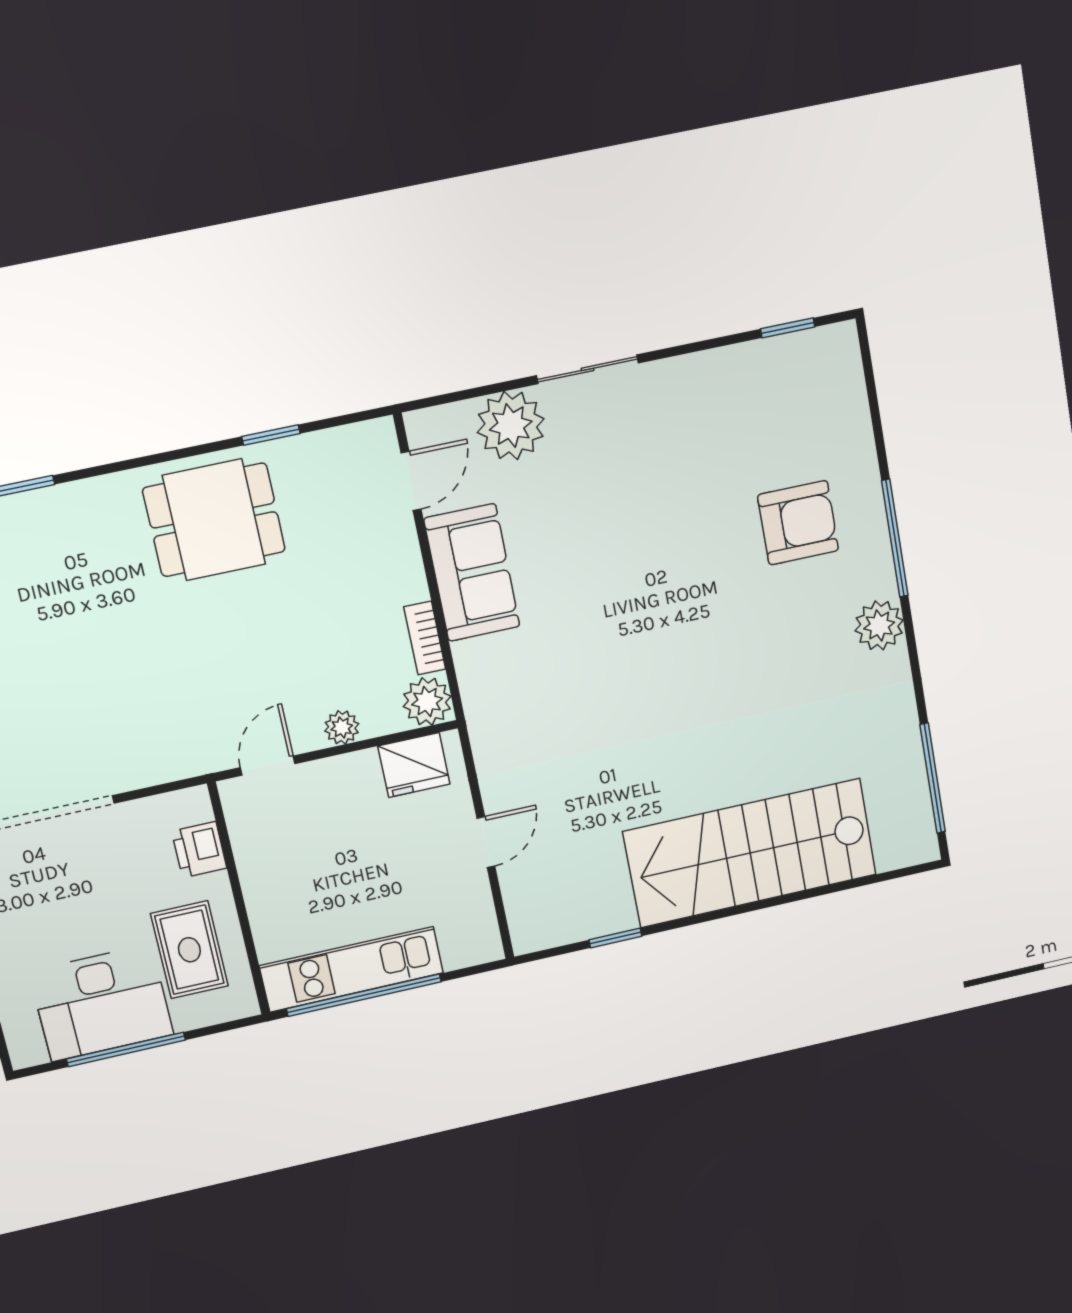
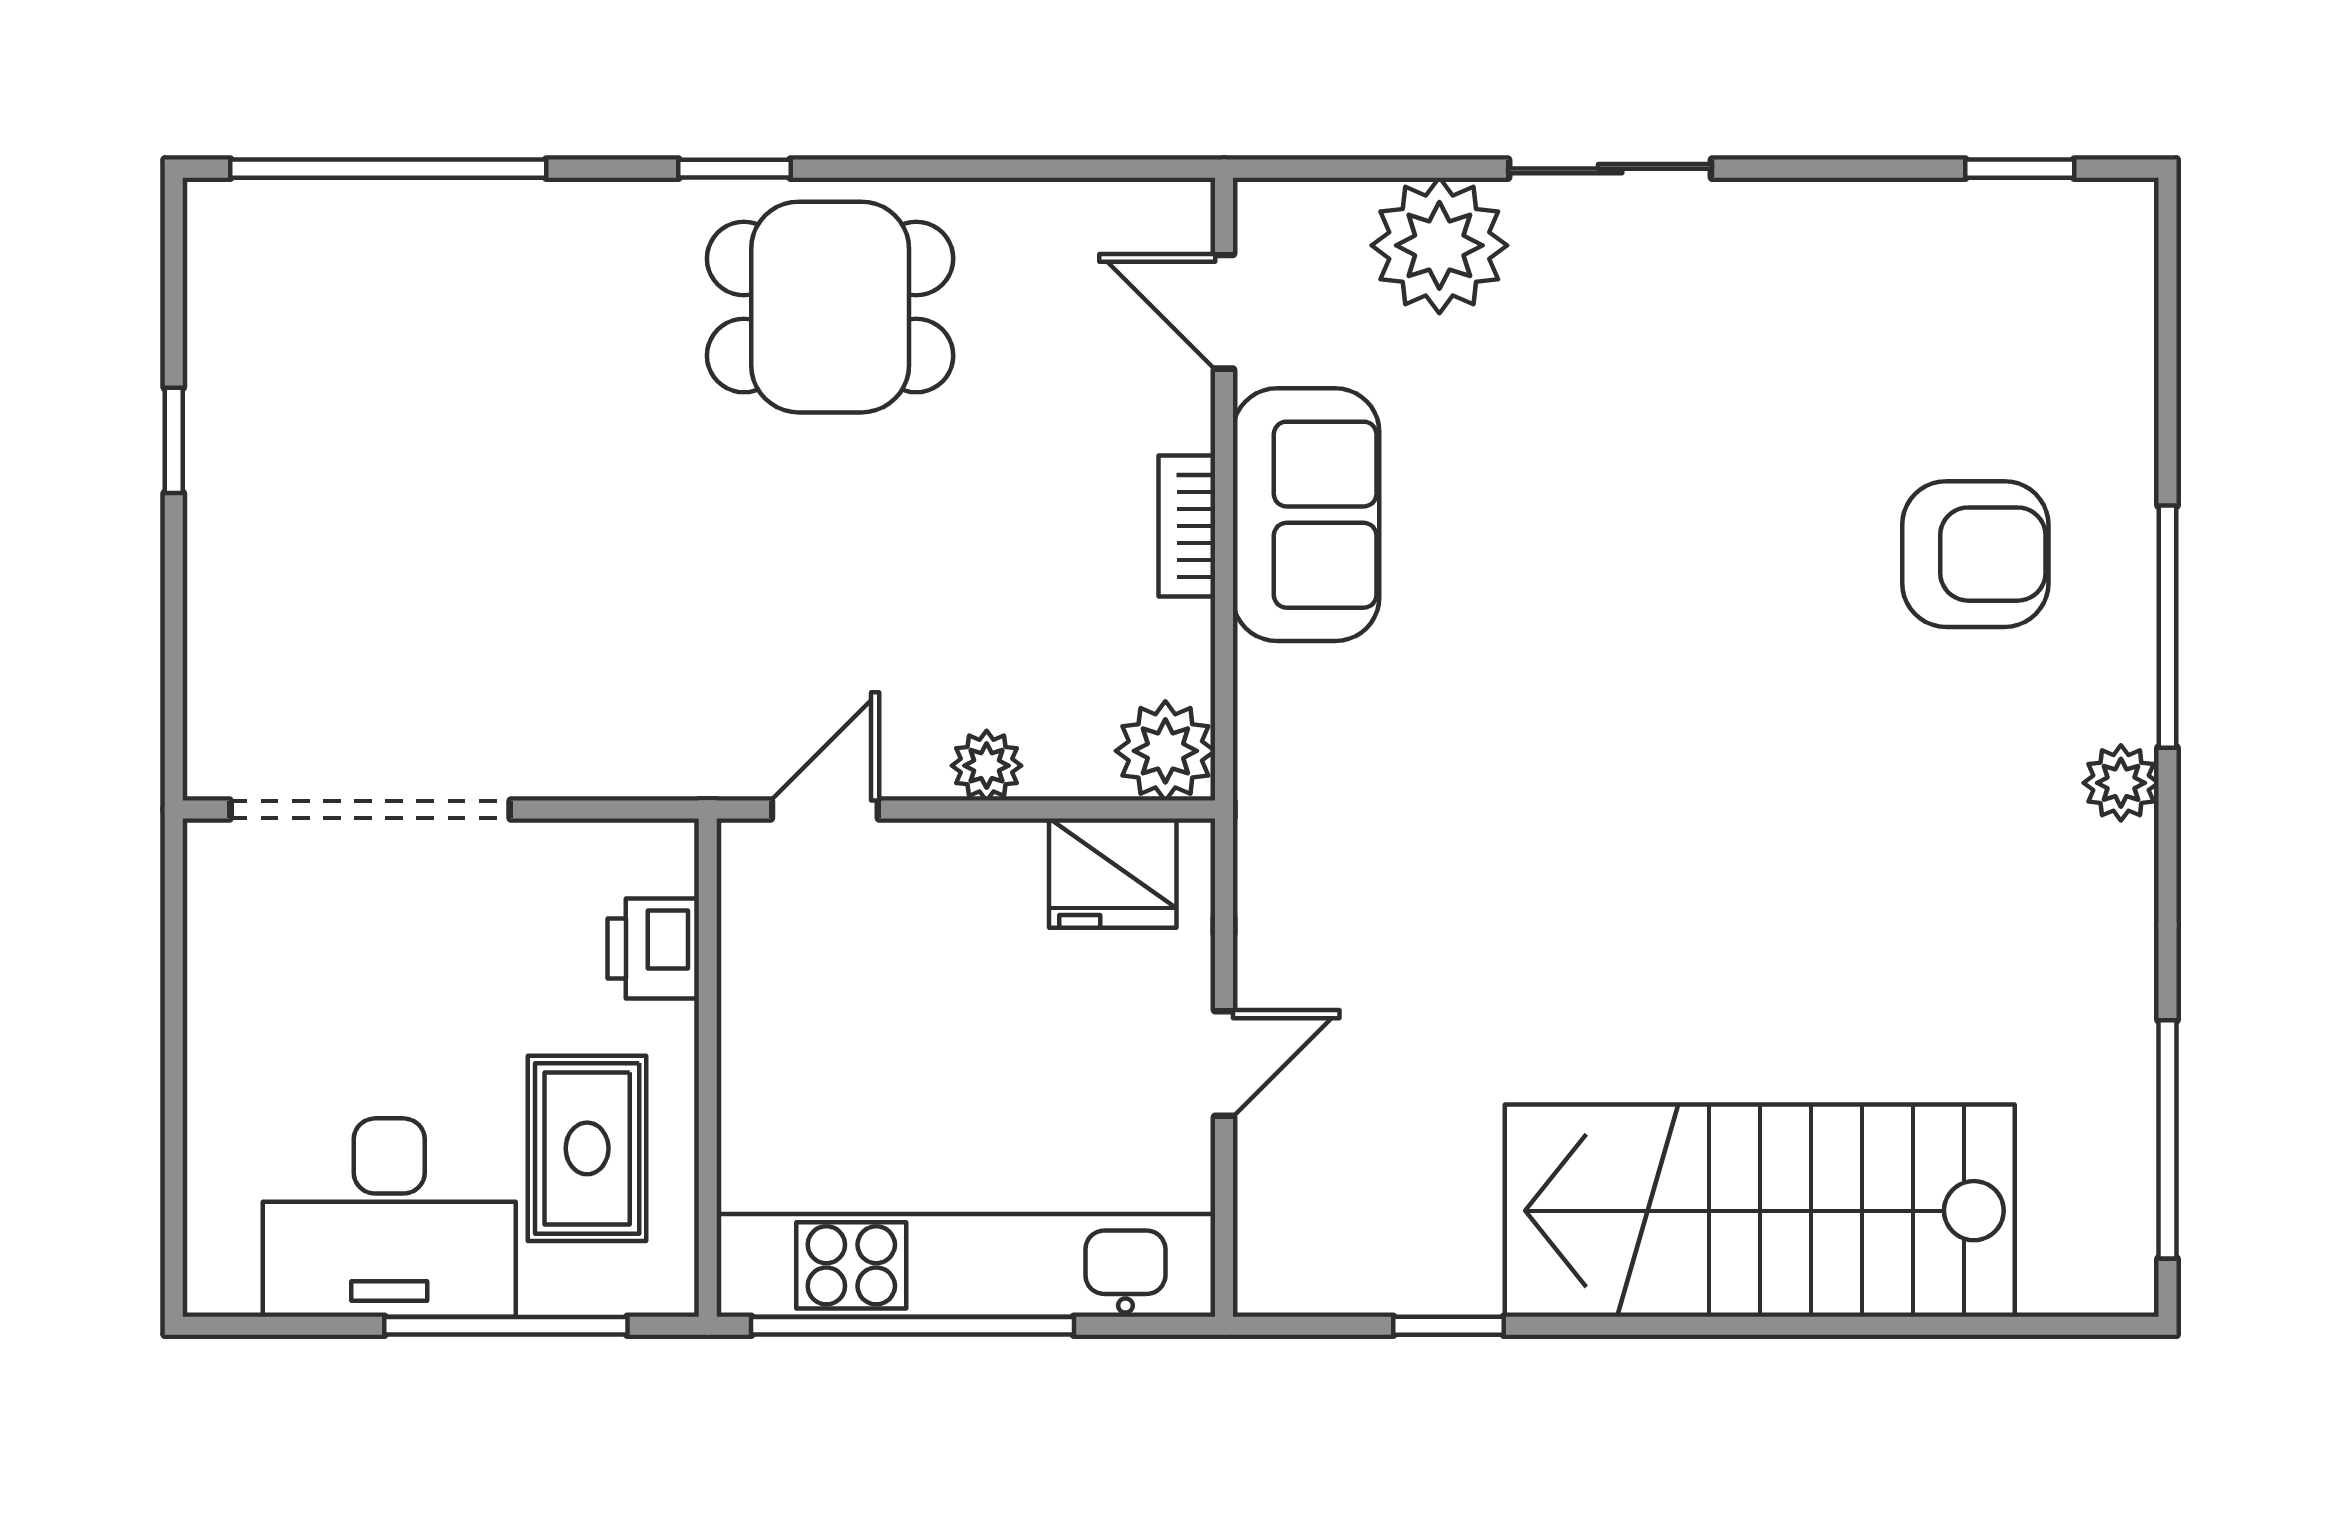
window: (271, 435) -> (735, 169), moved
door: (411, 481) -> (1224, 312), swing flipped
plant: (879, 626) -> (2121, 783), width x0.73, depth x0.73
bookcase: (425, 638) -> (1187, 526), moved
kitchen unit: (352, 969) -> (966, 1265), width x1.36
window: (126, 1049) -> (506, 1326), moved

